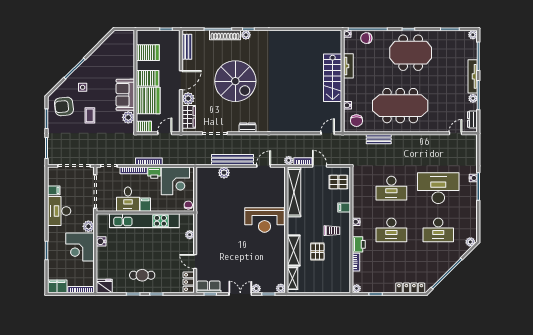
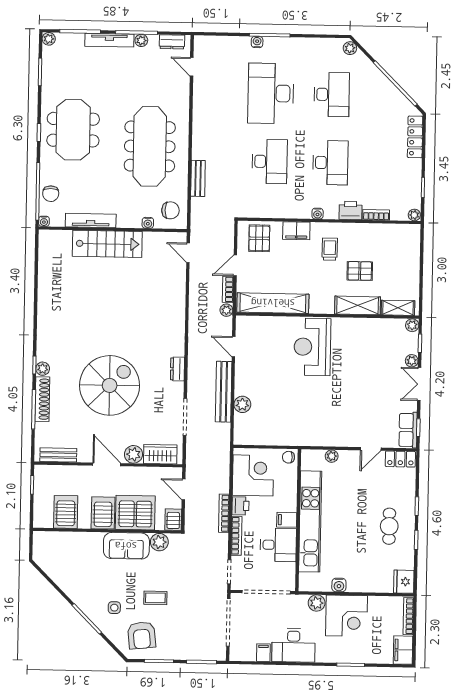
tv unit: (348, 66) -> (91, 221), width x1.41
filing cabinet: (344, 207) -> (296, 231), width x2.00
reception desk: (265, 220) -> (312, 347), turned 180

